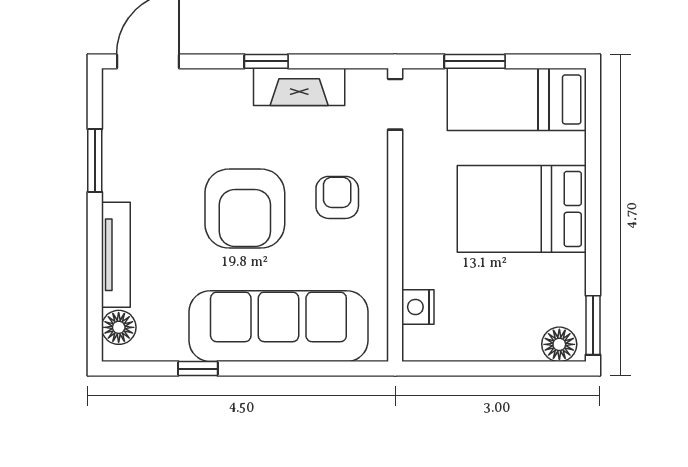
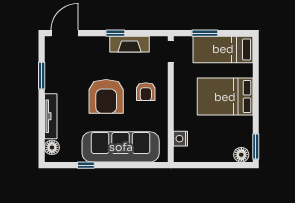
armchair: (337, 197) -> (146, 92), turned 180

